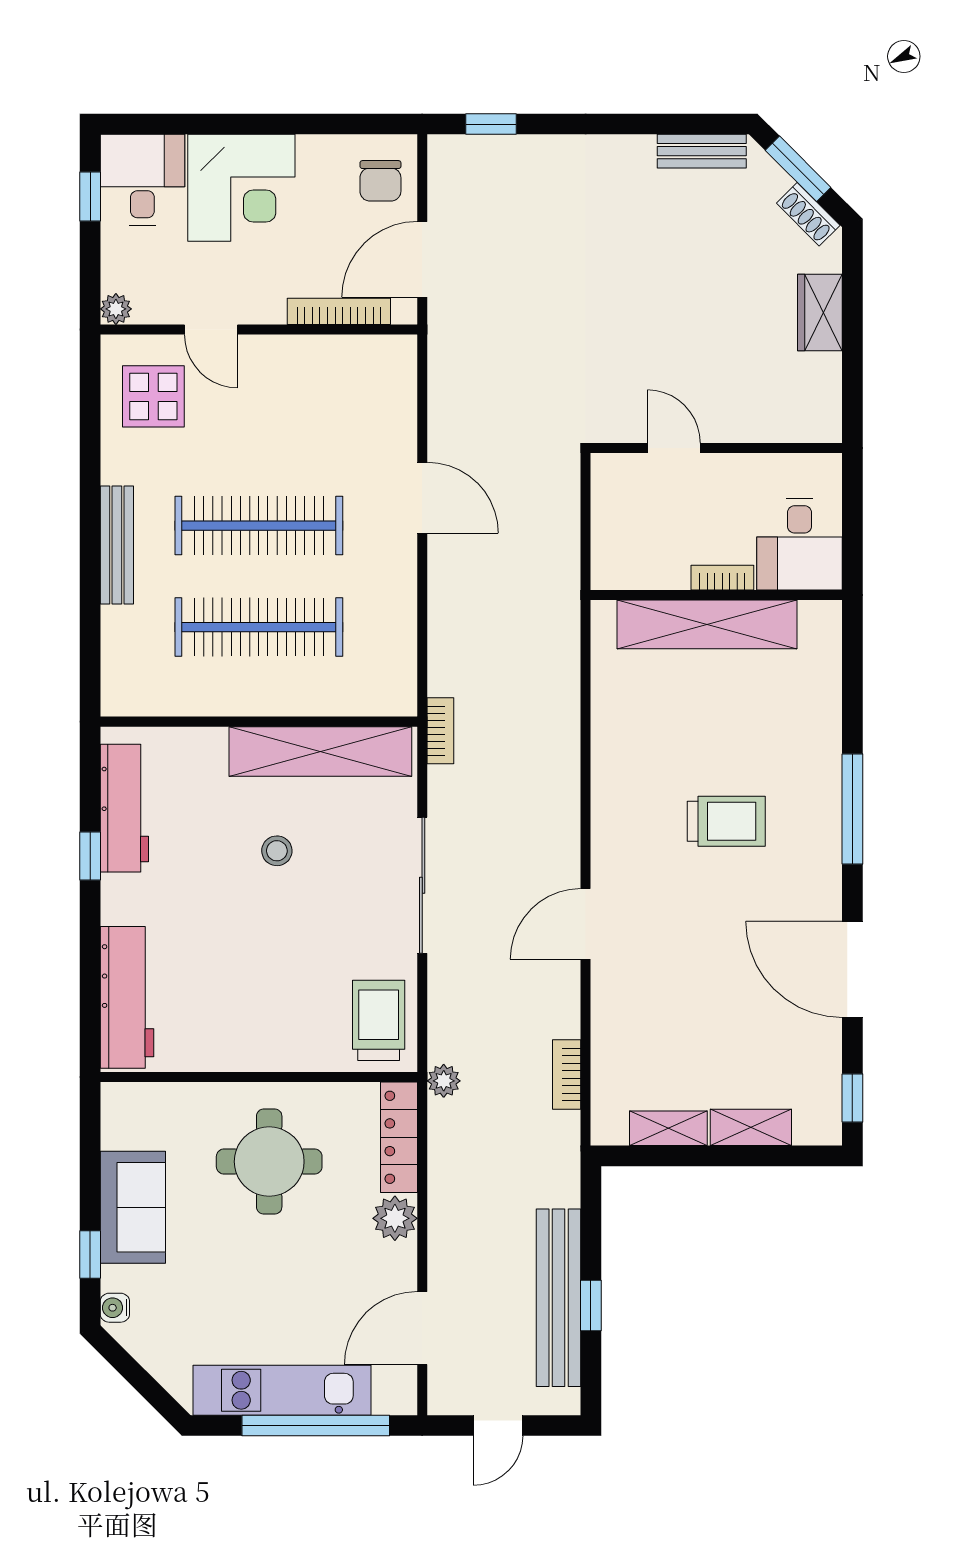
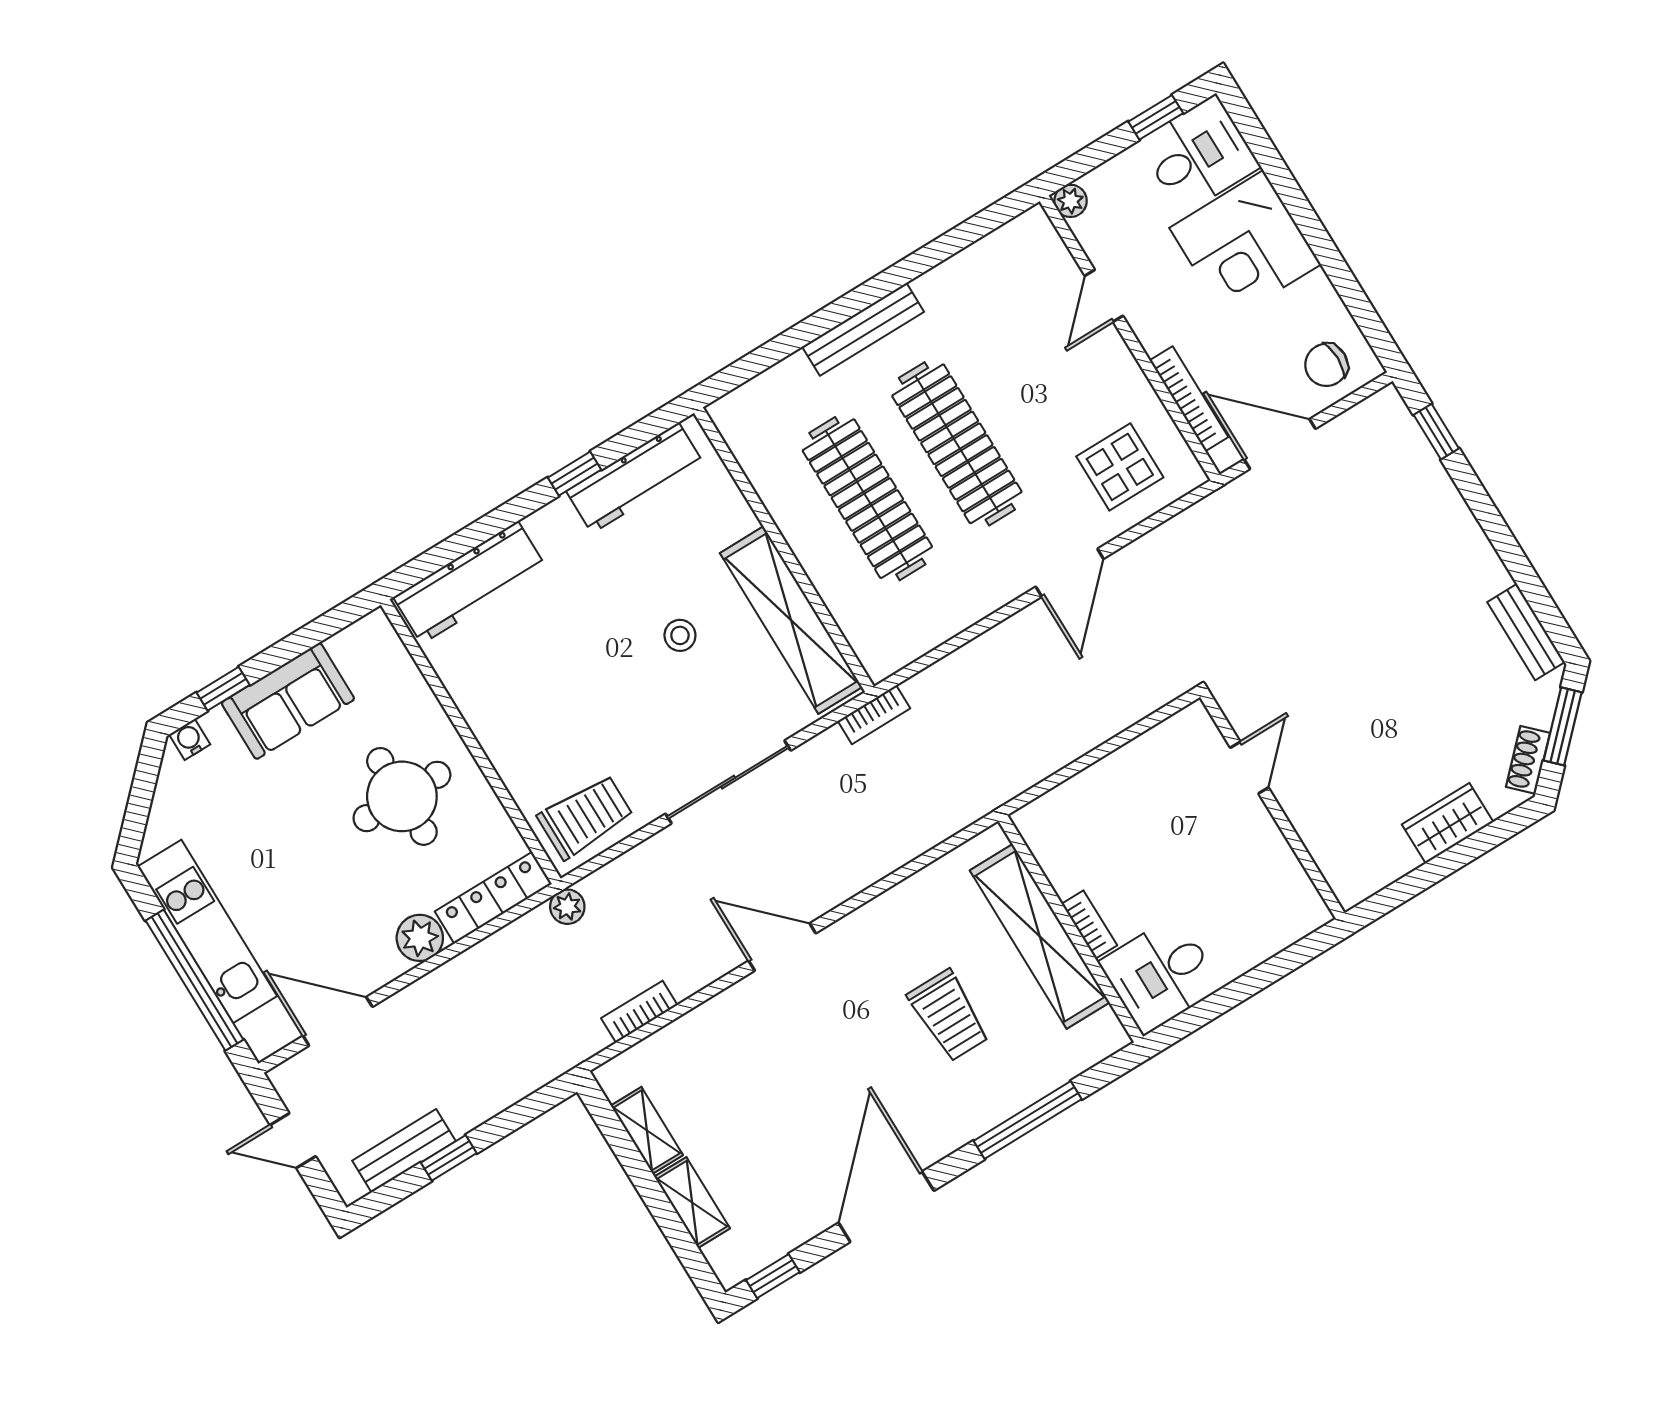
display table: (153, 396) -> (1120, 467), moved
desk: (800, 544) -> (1160, 975), moved
bookcase: (722, 578) -> (1089, 925), moved
wall: (716, 595) -> (1071, 929), moved
shelving: (707, 624) -> (1040, 936), moved
bench: (559, 1298) -> (404, 1151), width x0.54, depth x0.82

